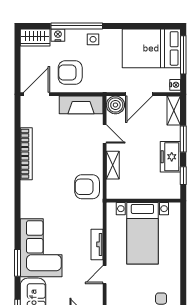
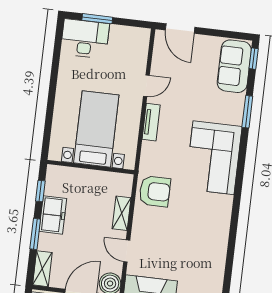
bookcase: (26, 154) -> (222, 239), removed
corner sofa: (41, 248) -> (214, 158), moved

